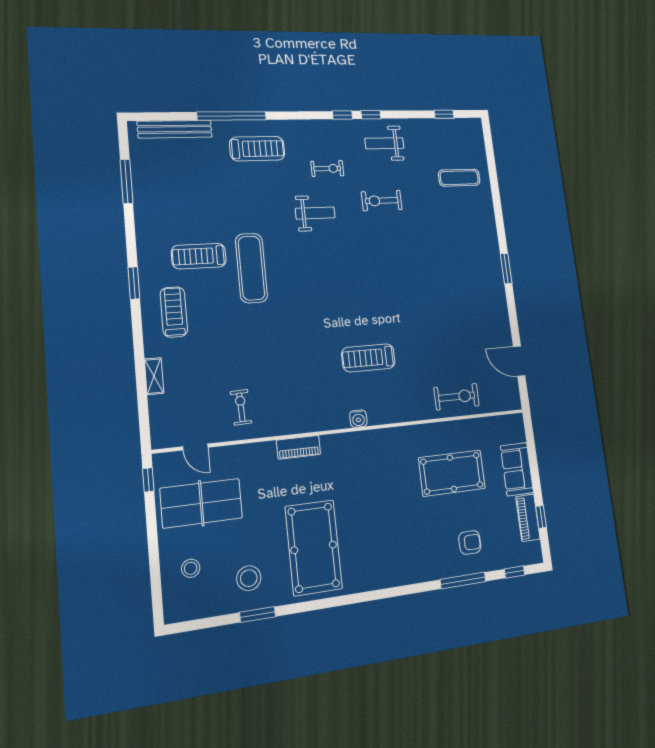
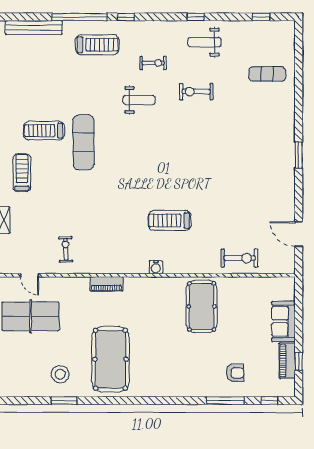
window: (342, 115) -> (126, 17), moved
pool table: (452, 473) -> (202, 306), moved, turned 90
stool: (191, 568) -> (19, 361), removed

